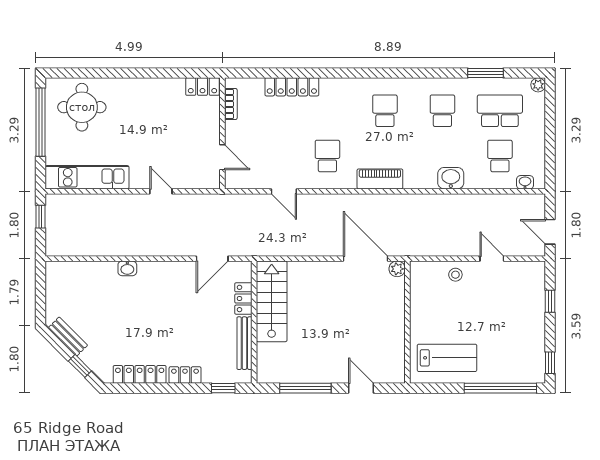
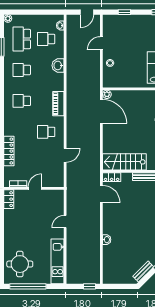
door: (222, 157) -> (35, 188), moved
window: (40, 217) -> (90, 286), moved
door: (366, 259) -> (101, 111), swing flipped
locker: (243, 298) -> (112, 177), moved

